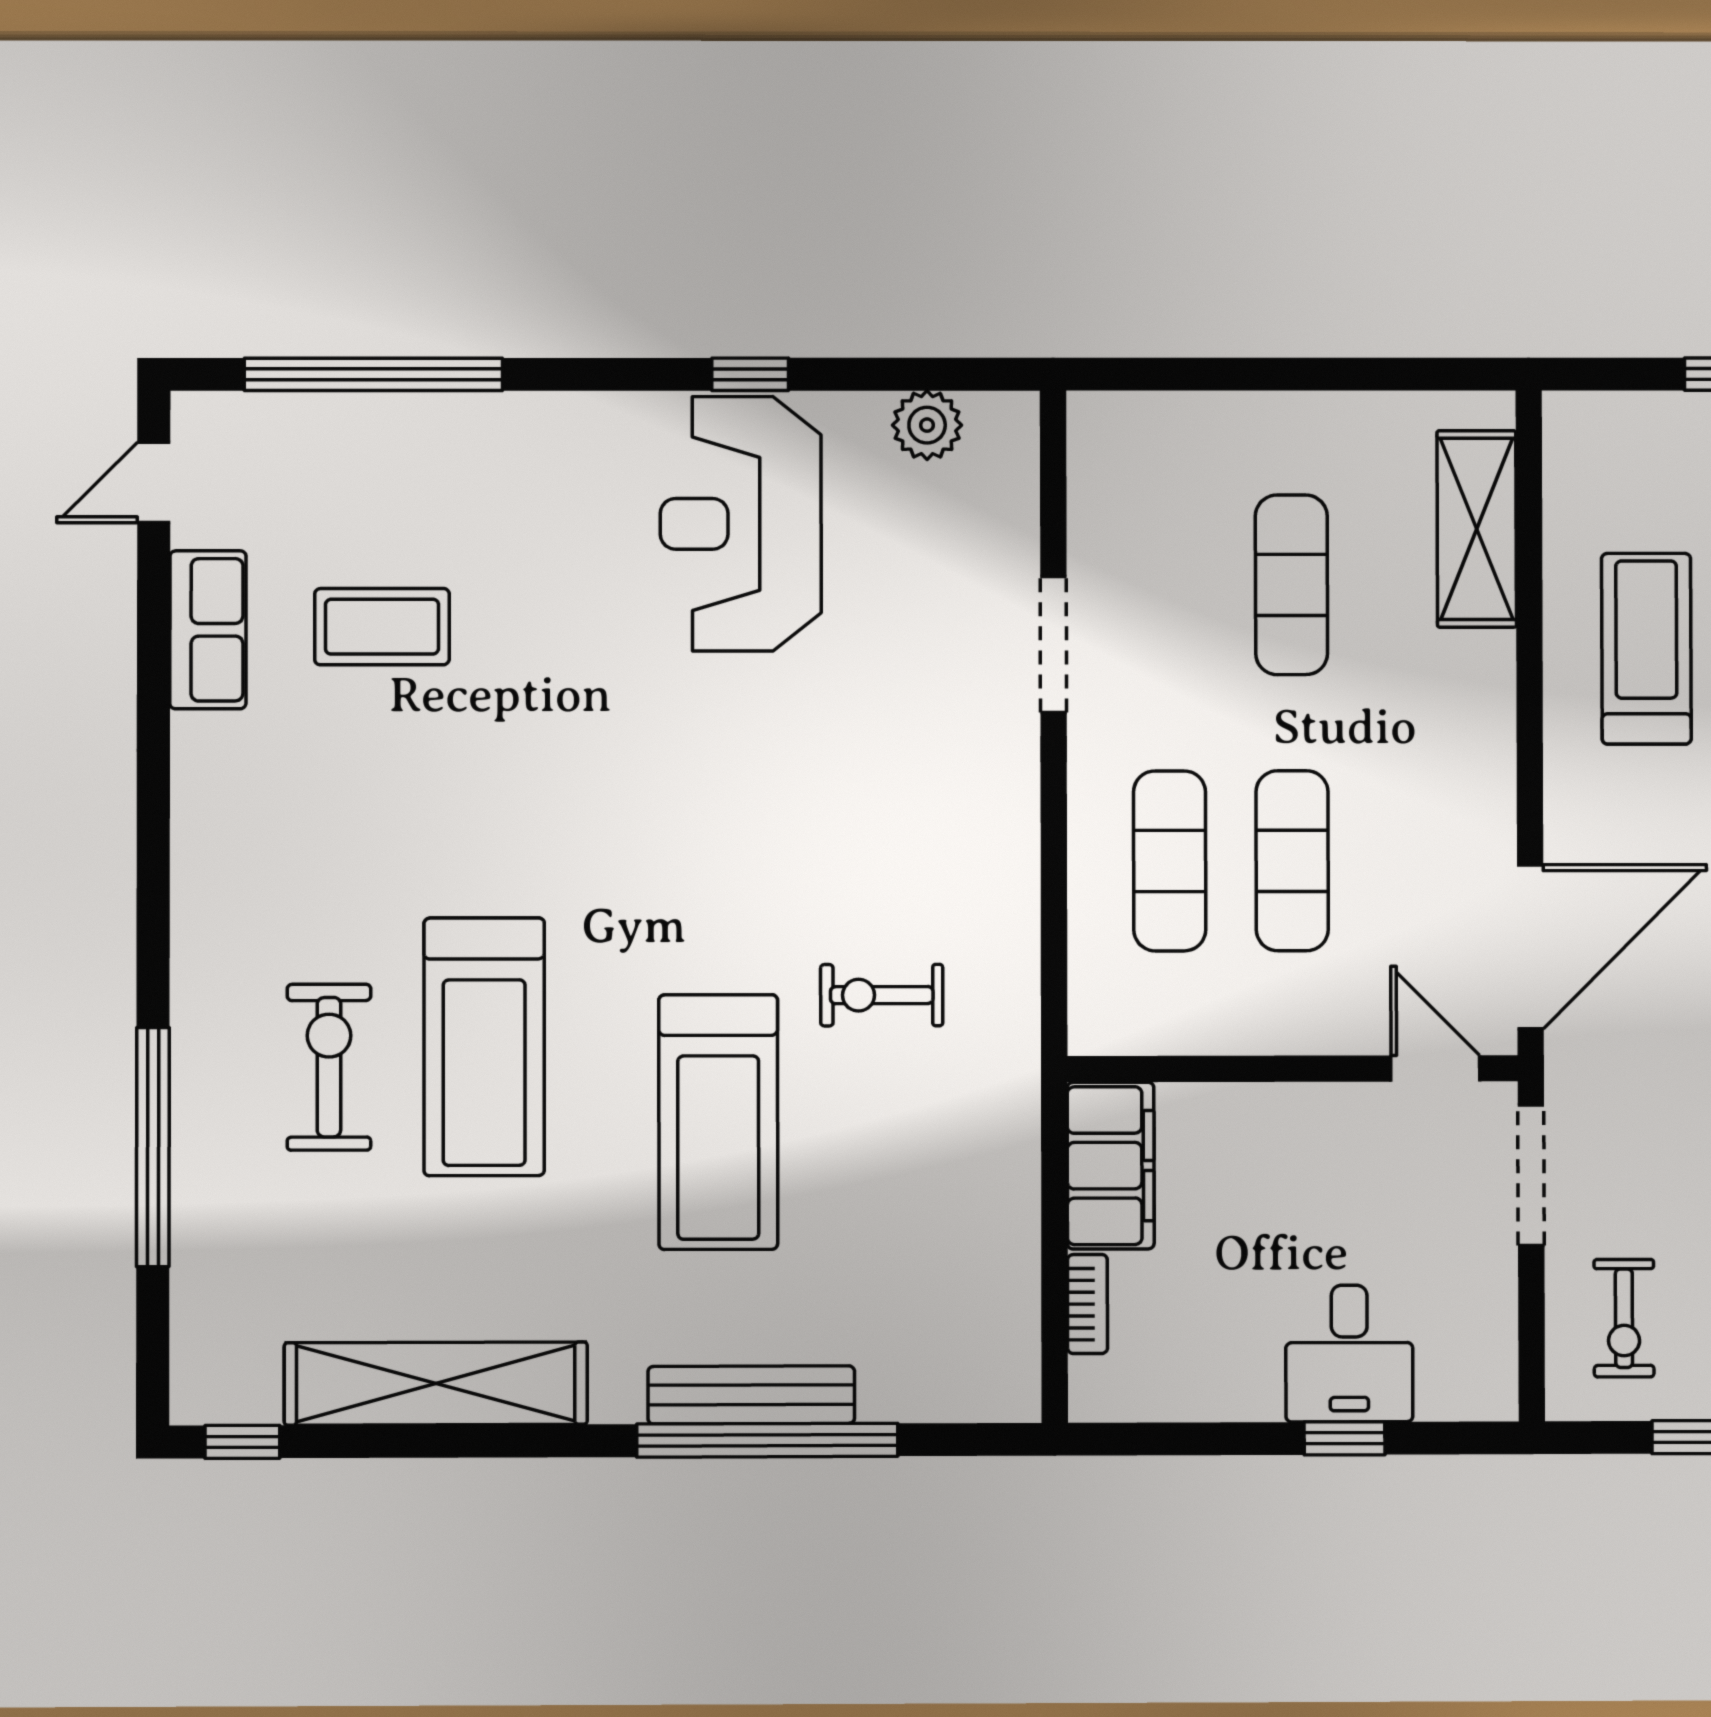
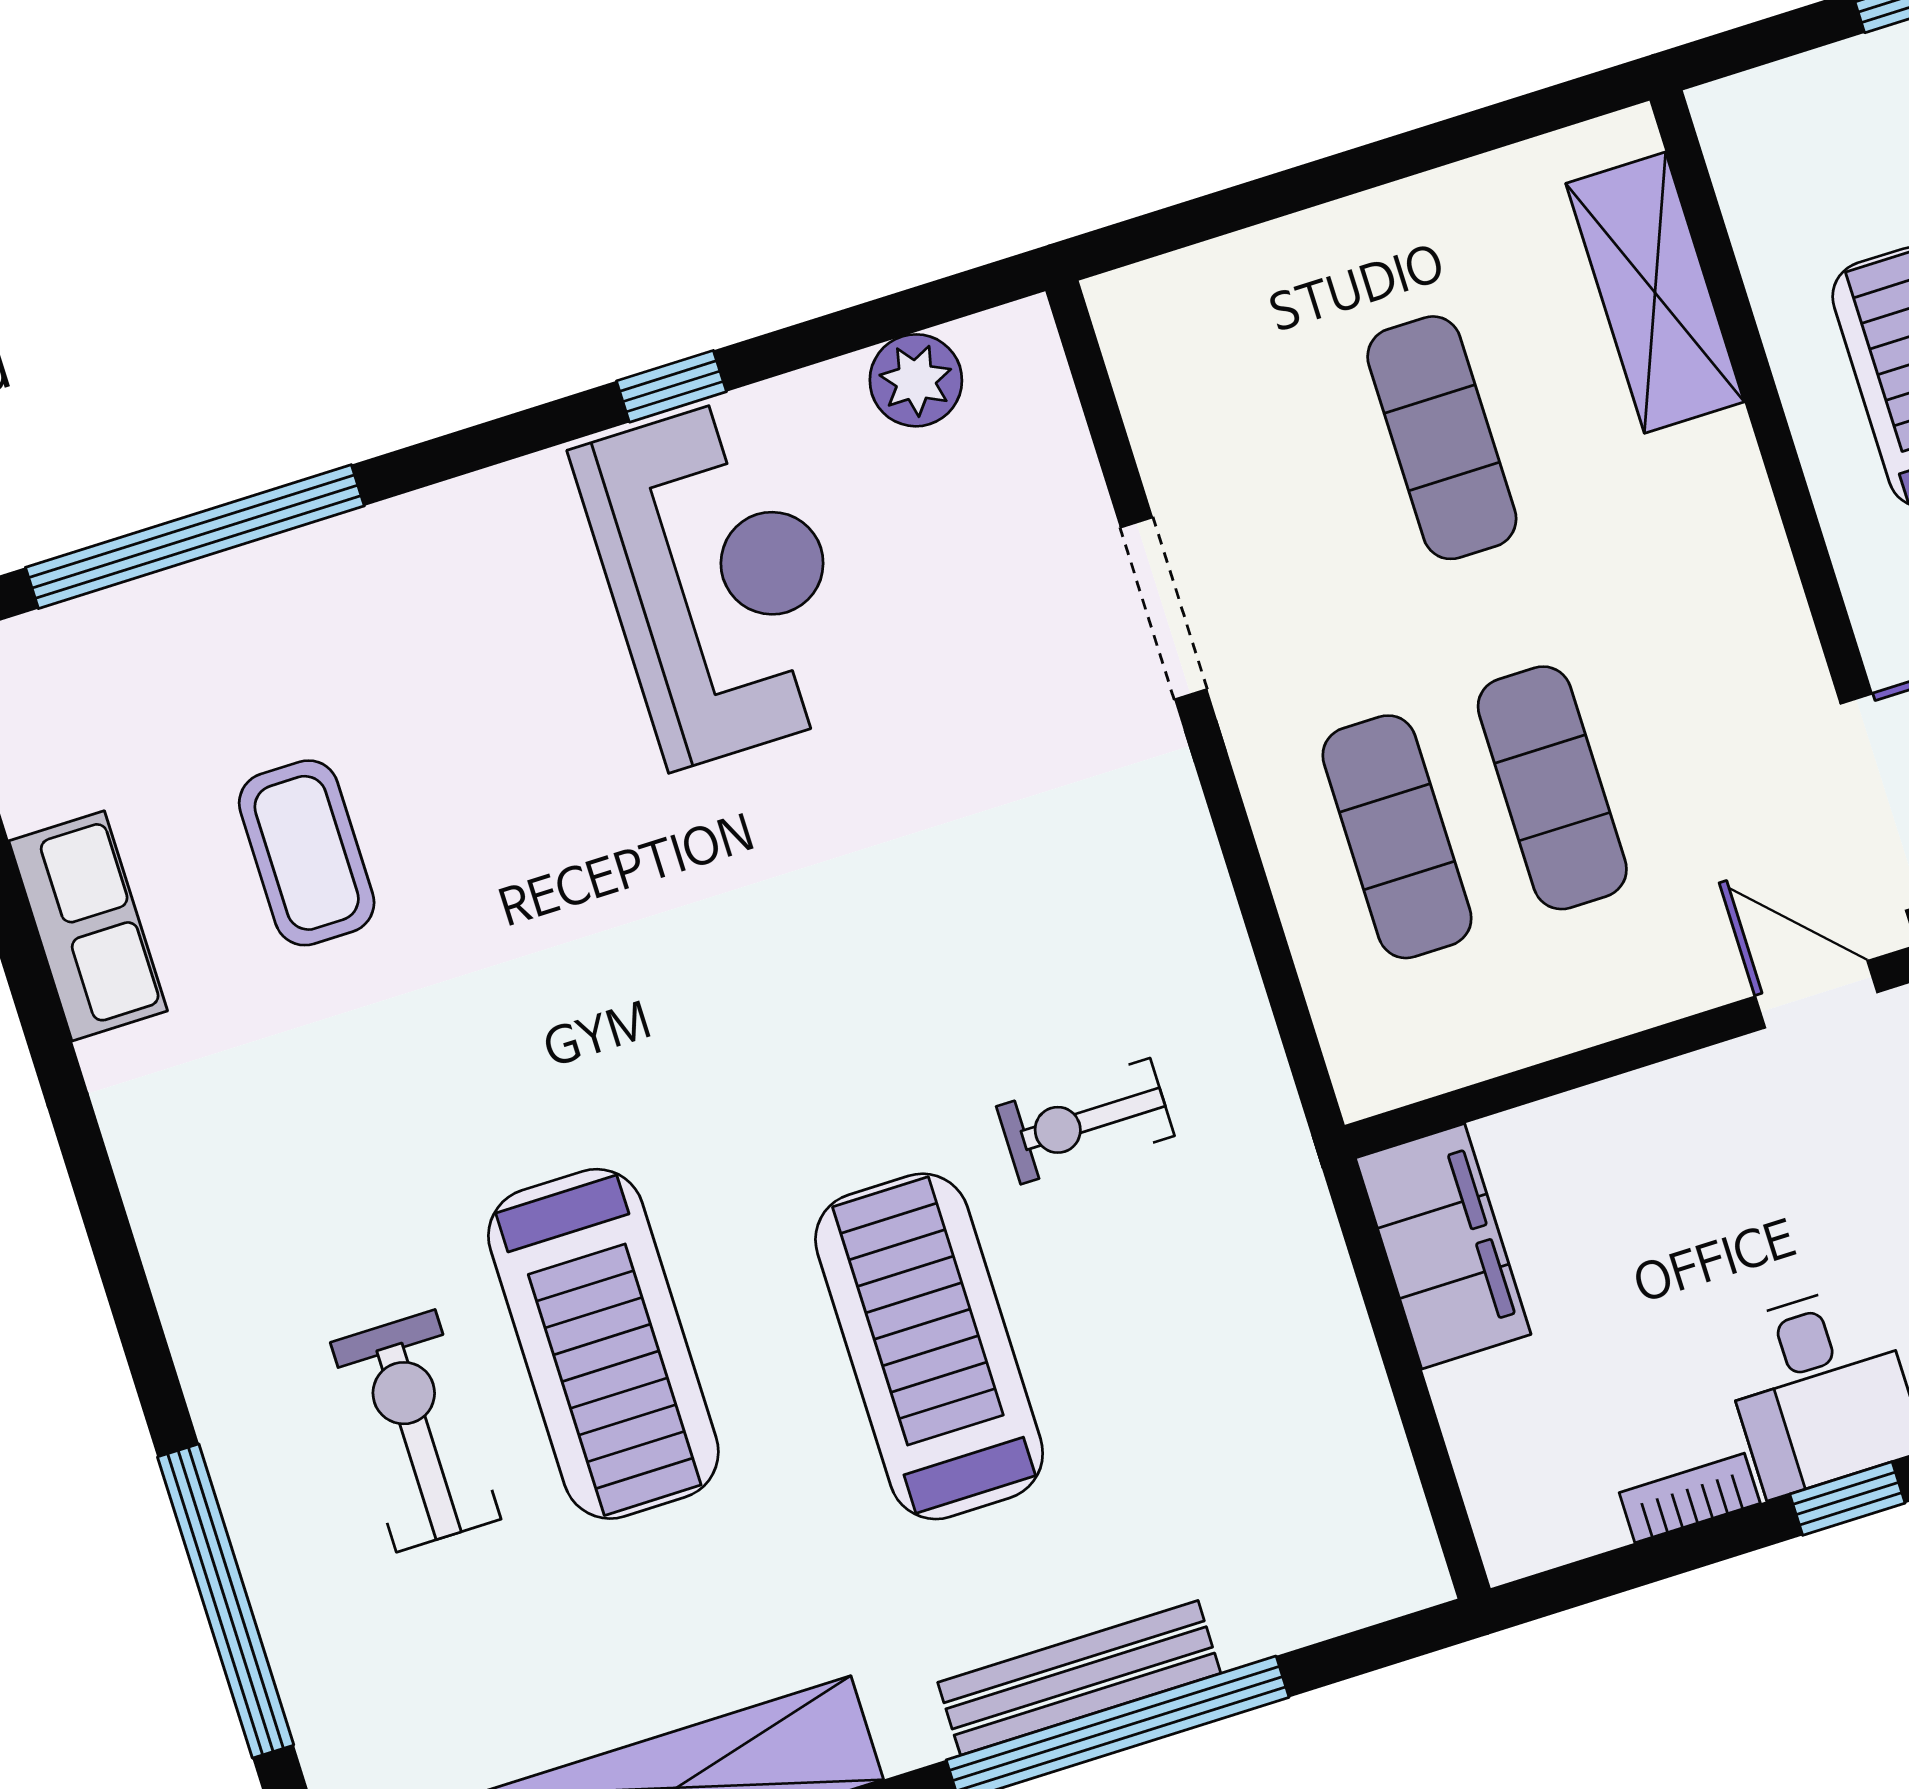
reception desk: (741, 524) -> (719, 580), turned 180
coffee table: (382, 627) -> (307, 853), turned 90
treadmill: (718, 1122) -> (929, 1346), turned 180
bookcase: (1087, 1304) -> (1690, 1498), moved, turned -90

